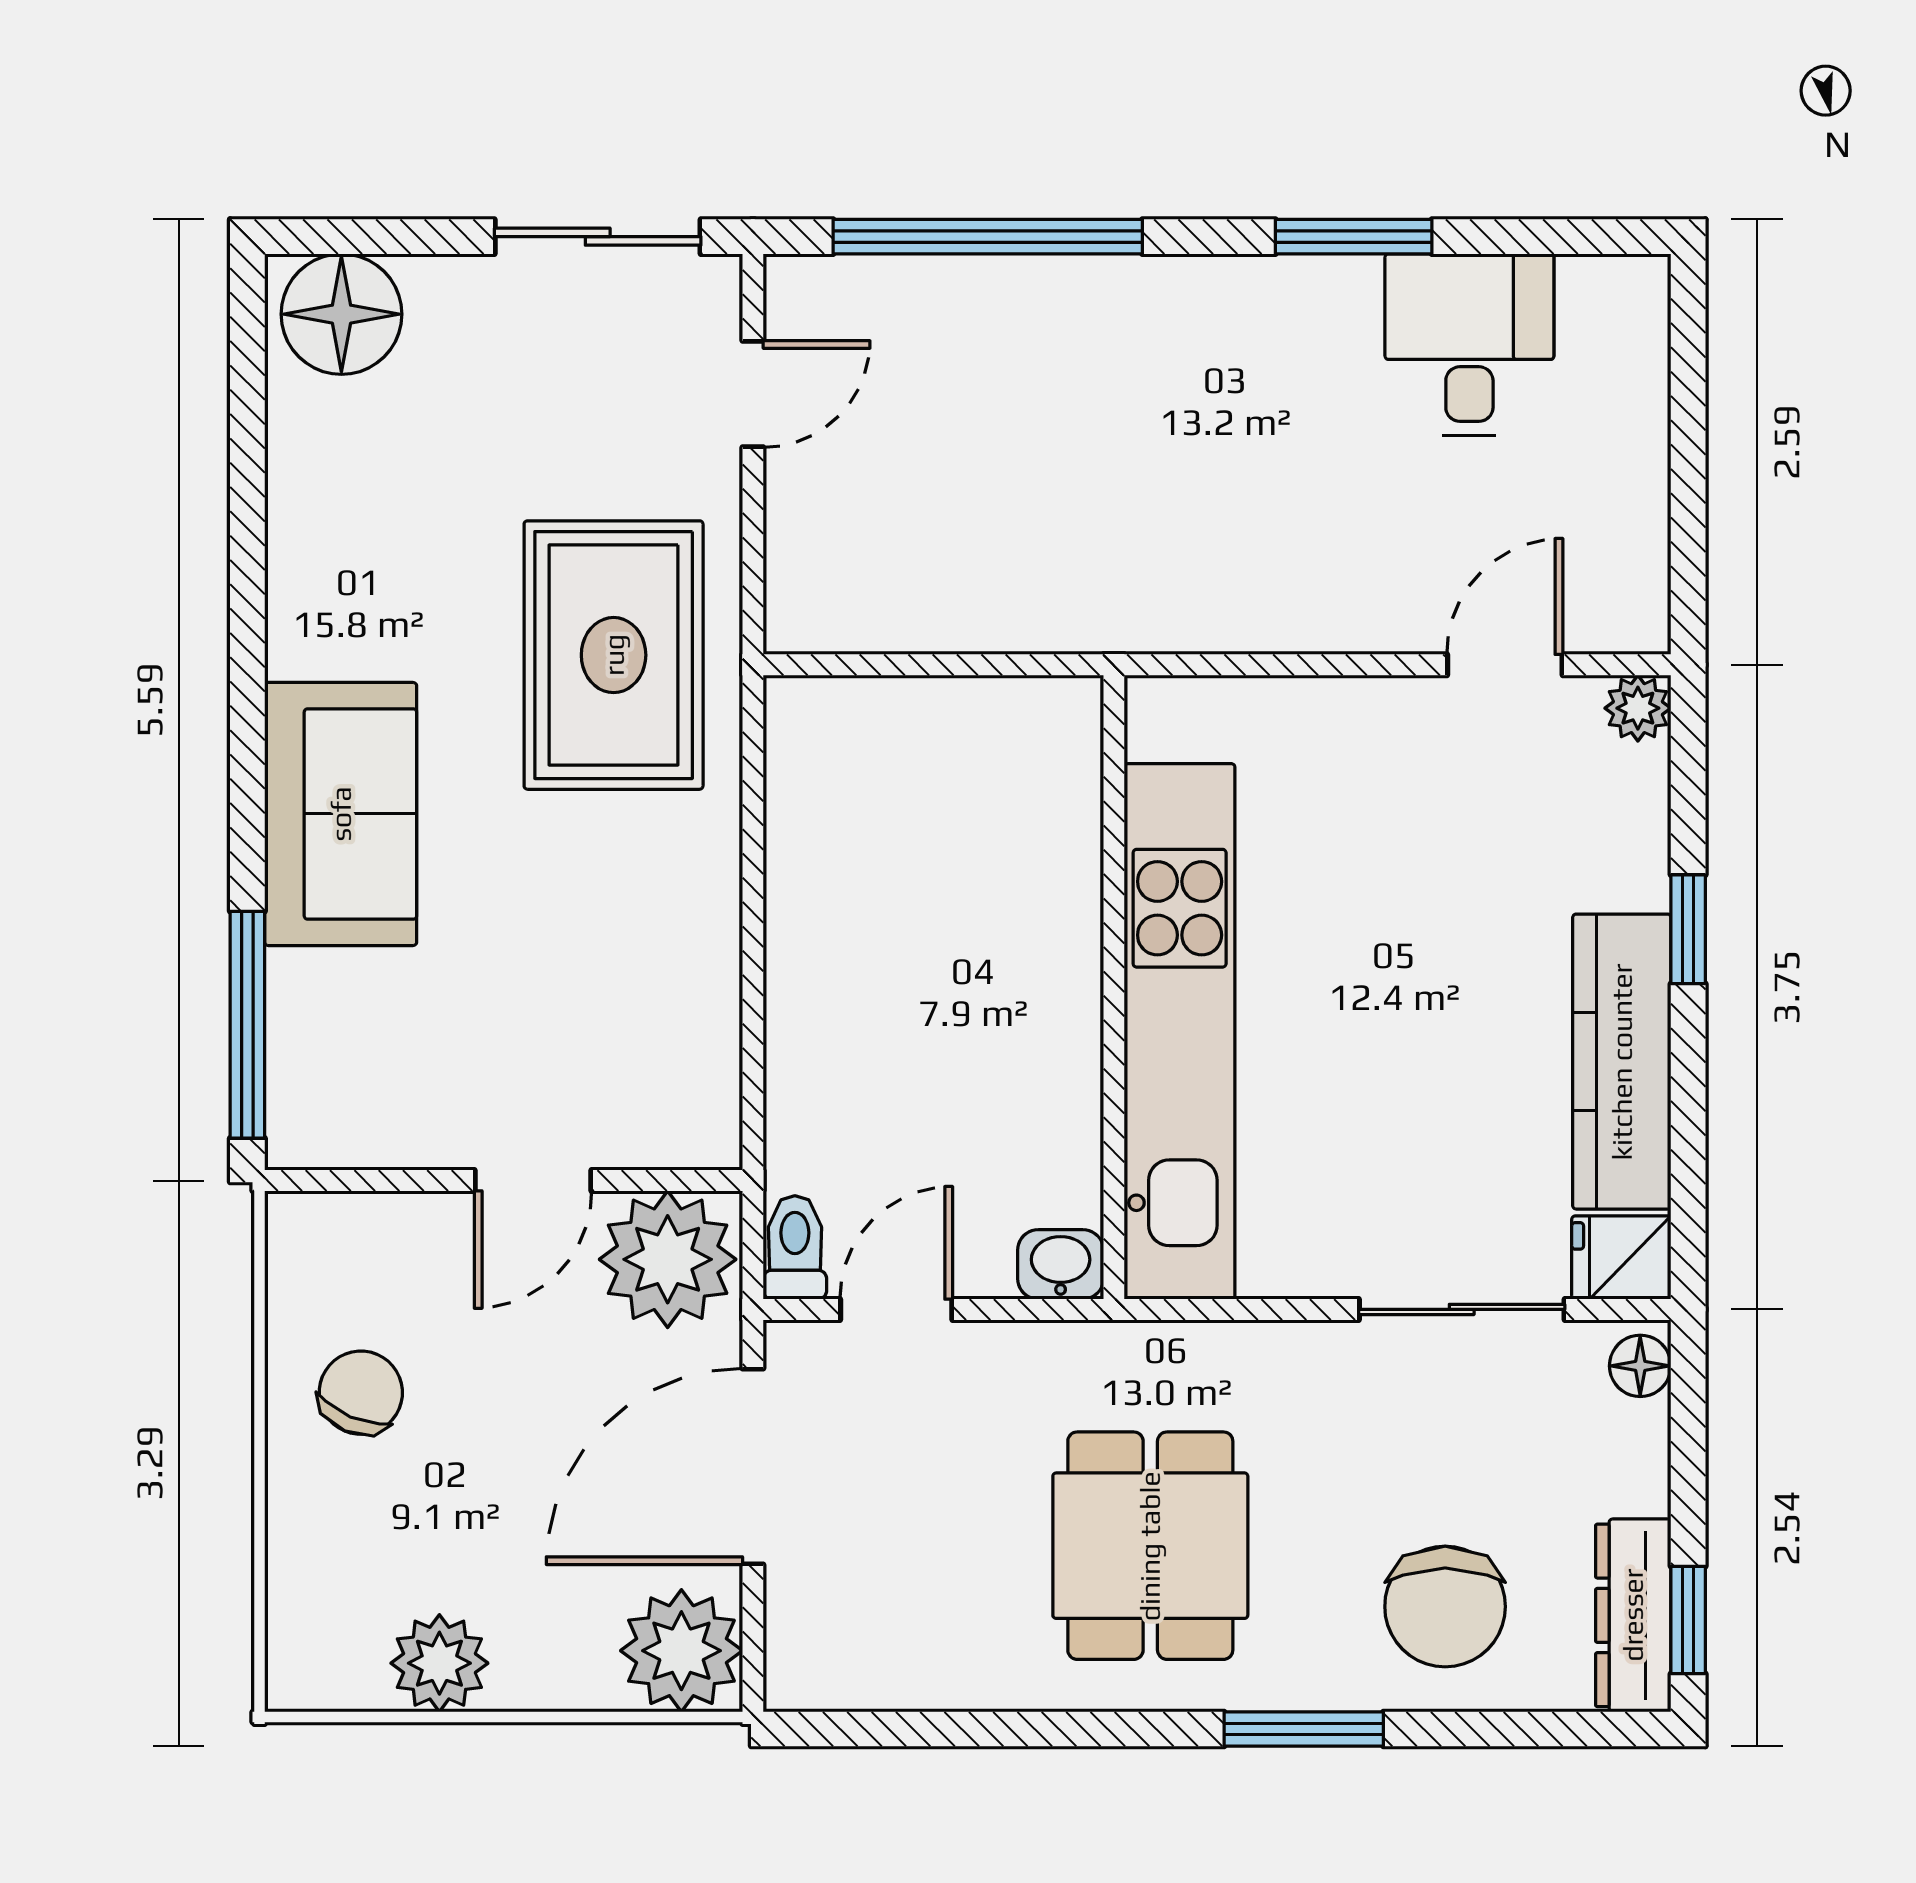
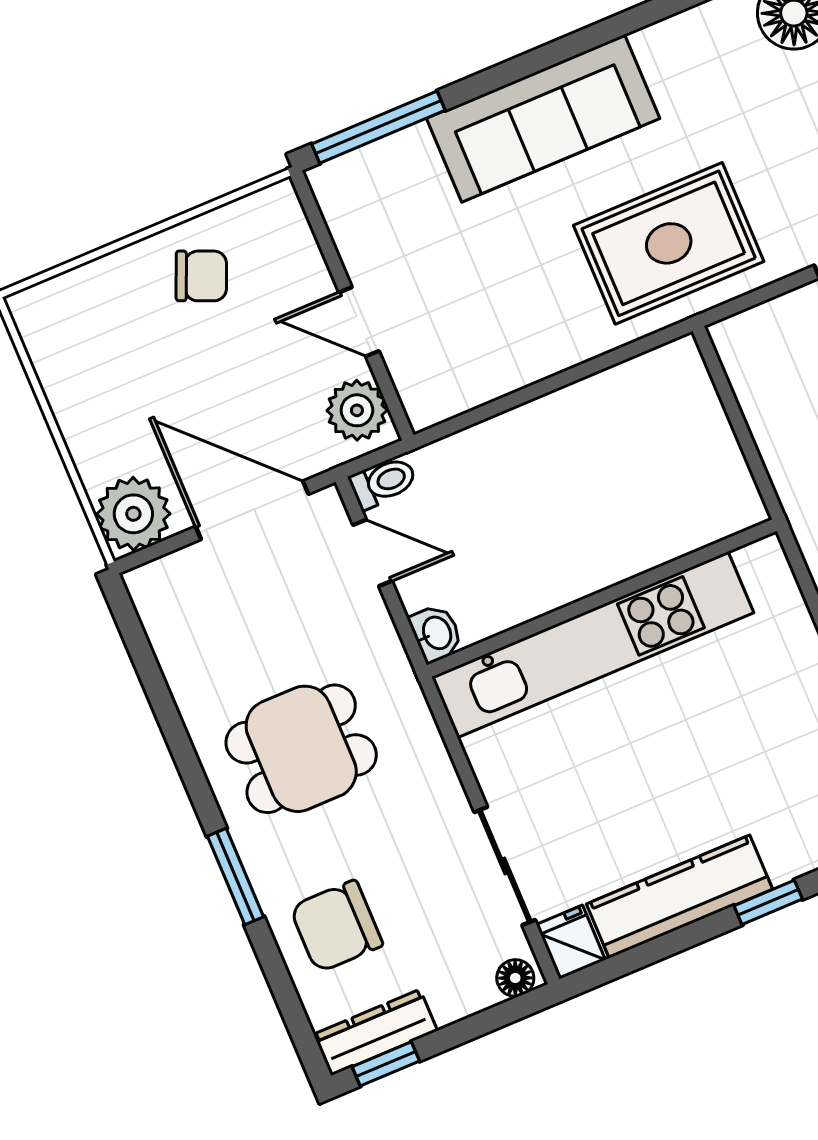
sofa: (341, 814) -> (543, 118), width x1.36
plant: (668, 1259) -> (357, 410), width x0.73, depth x0.73
plant: (439, 1663) -> (70, 383), removed

